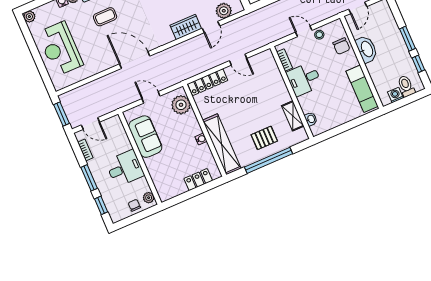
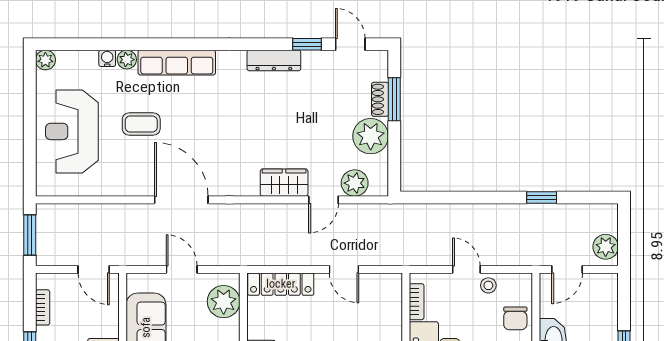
coffee table: (105, 17) -> (141, 124), moved
door: (90, 123) -> (94, 269), moved

